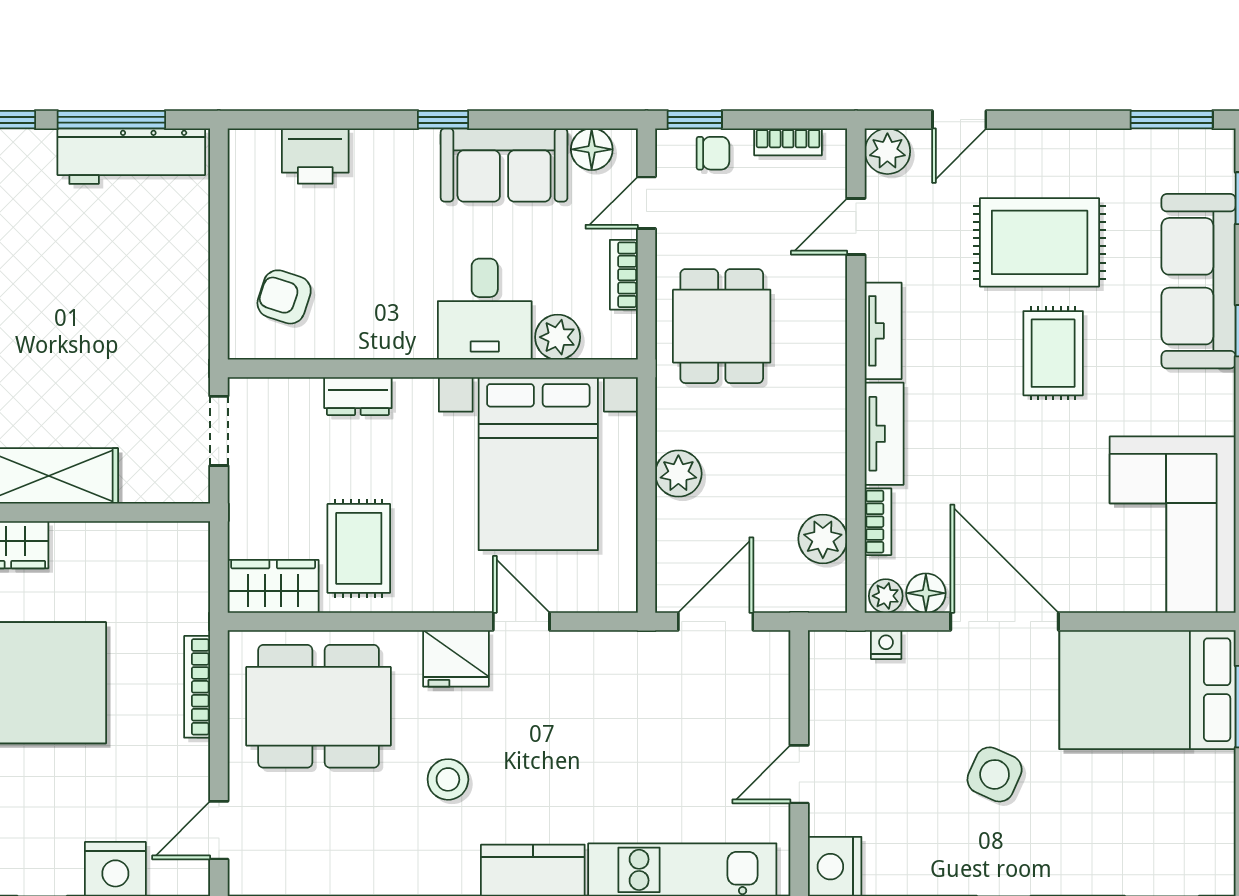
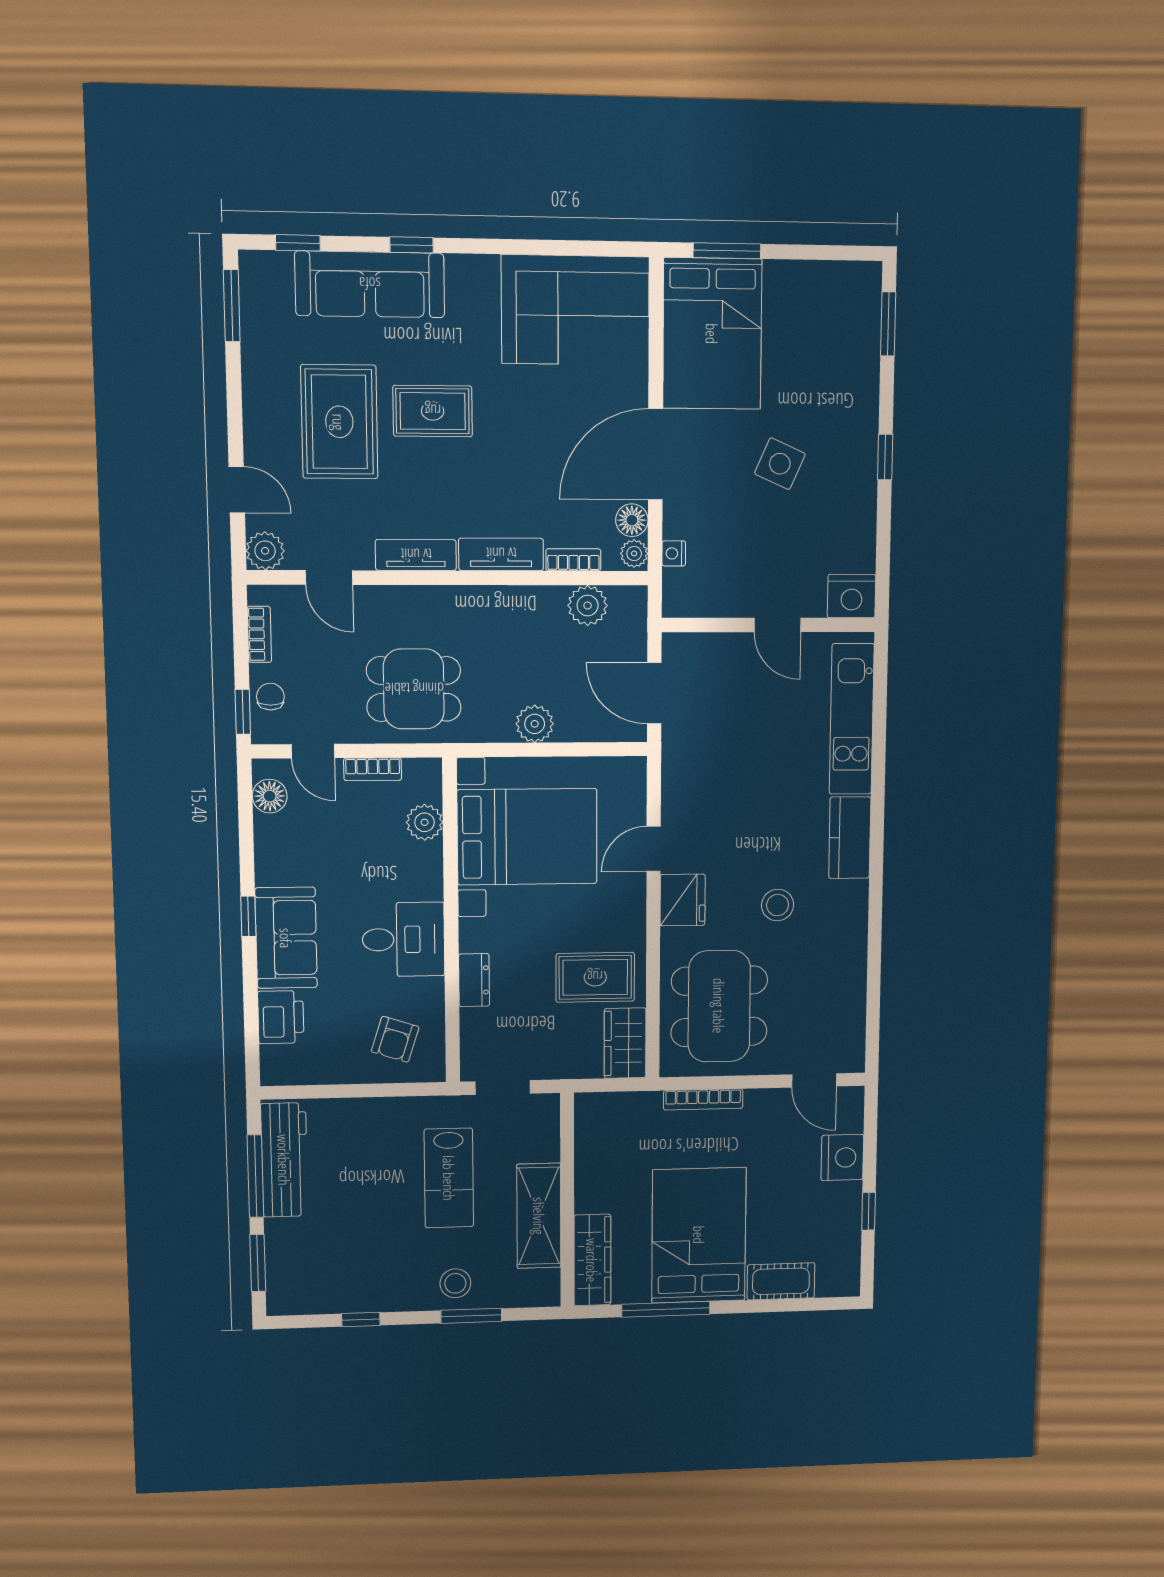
sofa: (504, 165) -> (286, 938), moved
desk: (485, 309) -> (403, 939), moved
lab bench: (102, 362) -> (449, 1178), added

